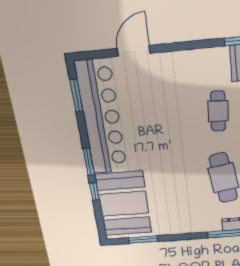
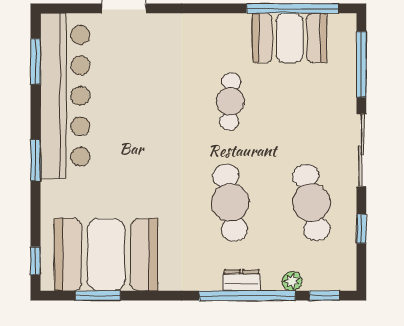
window: (94, 192) -> (35, 261), moved
booth: (124, 204) -> (106, 255), moved, turned 90

